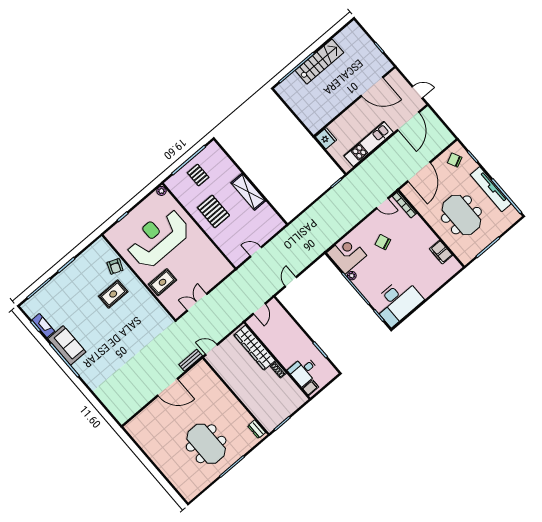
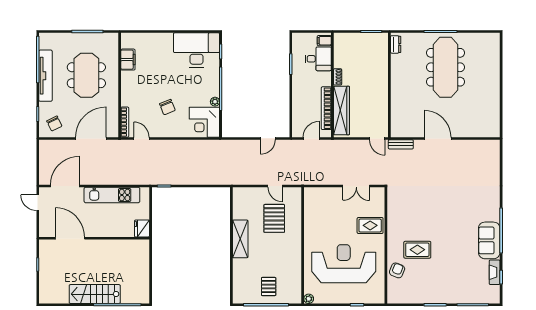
pallet: (213, 211) -> (274, 218), moved
reception desk: (158, 238) -> (344, 264), turned 180
bookcase: (267, 340) -> (326, 108), added
meeting table: (206, 444) -> (446, 67), width x1.36

